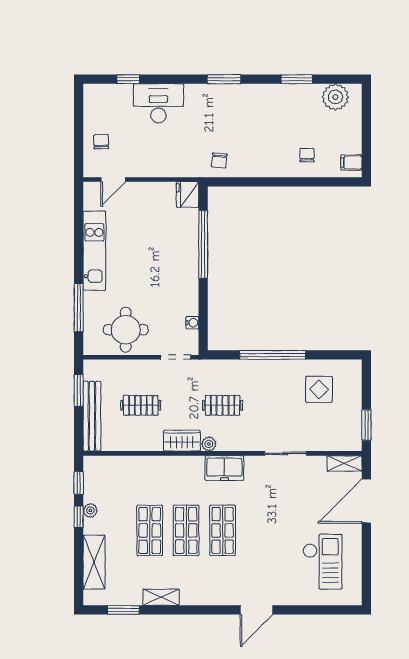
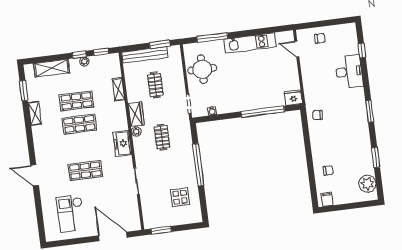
shelving: (344, 463) -> (118, 89), moved
shop shelf: (223, 530) -> (85, 170), moved
checkout: (322, 562) -> (71, 213), turned 90

